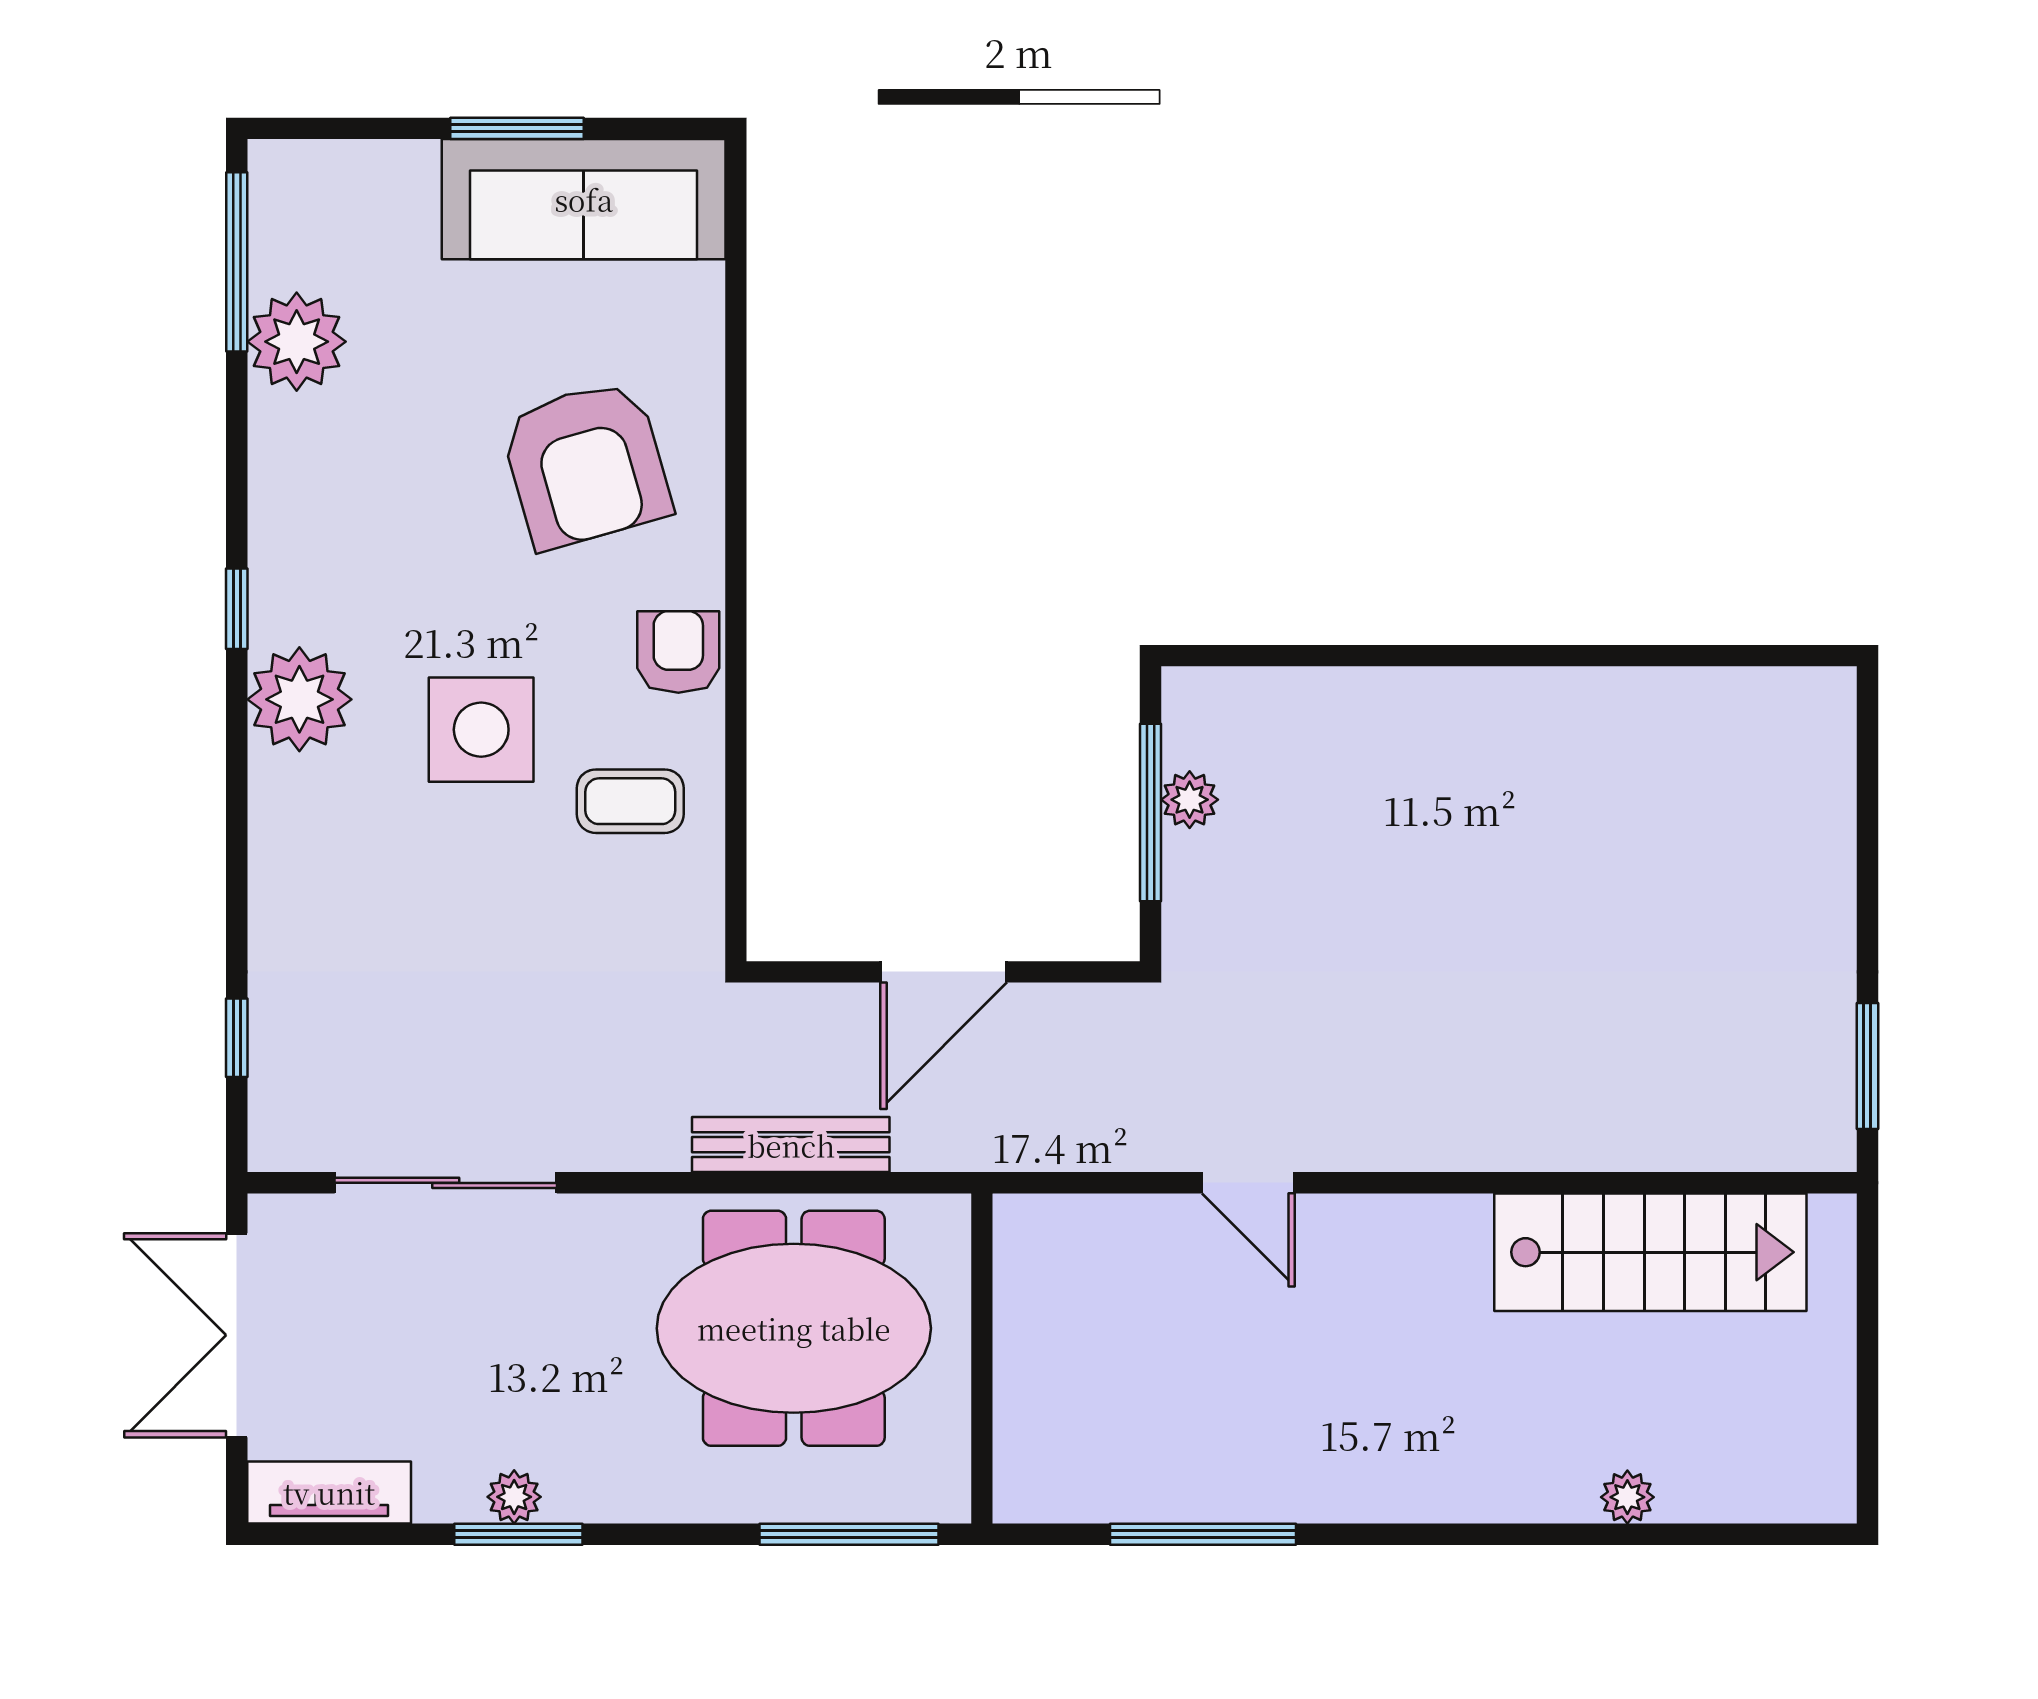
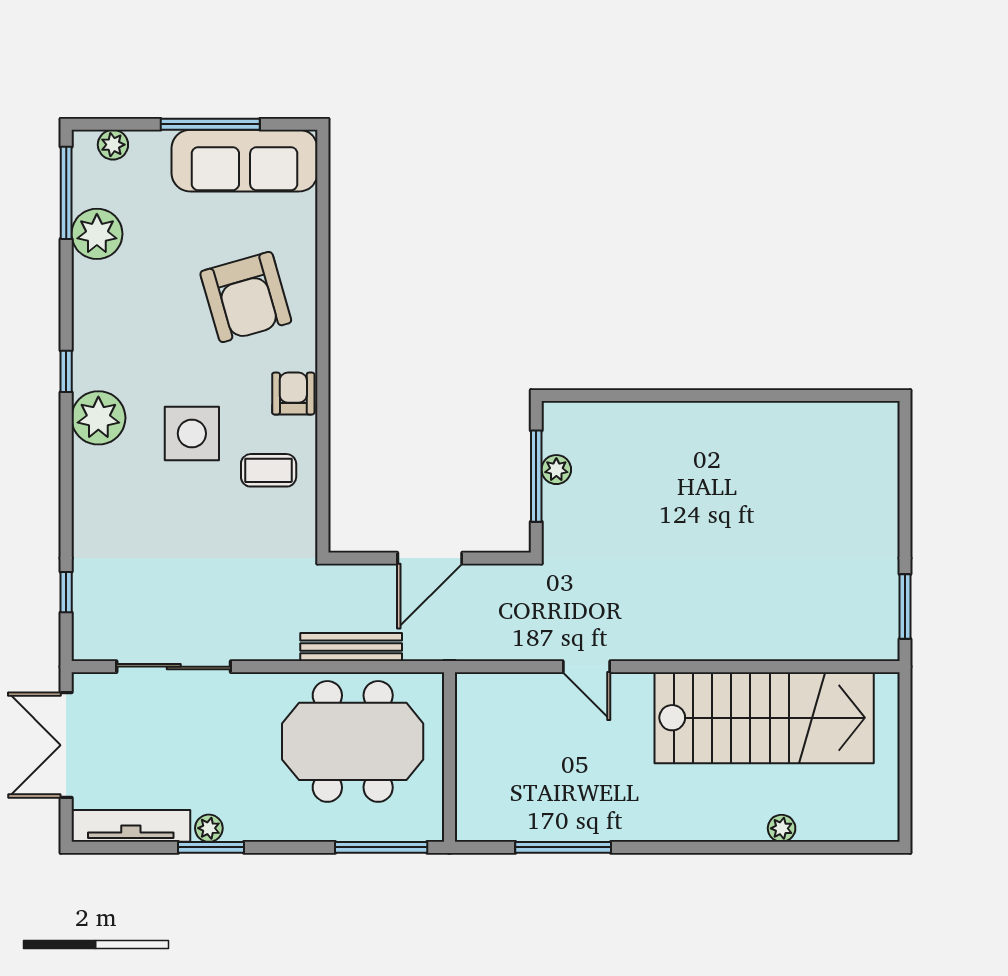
window: (517, 128) -> (210, 124), width x1.44
plant: (328, 168) -> (113, 145), added
stairs: (1650, 1252) -> (764, 718), width x1.36, depth x1.51
tv unit: (329, 1492) -> (131, 826), width x1.41

